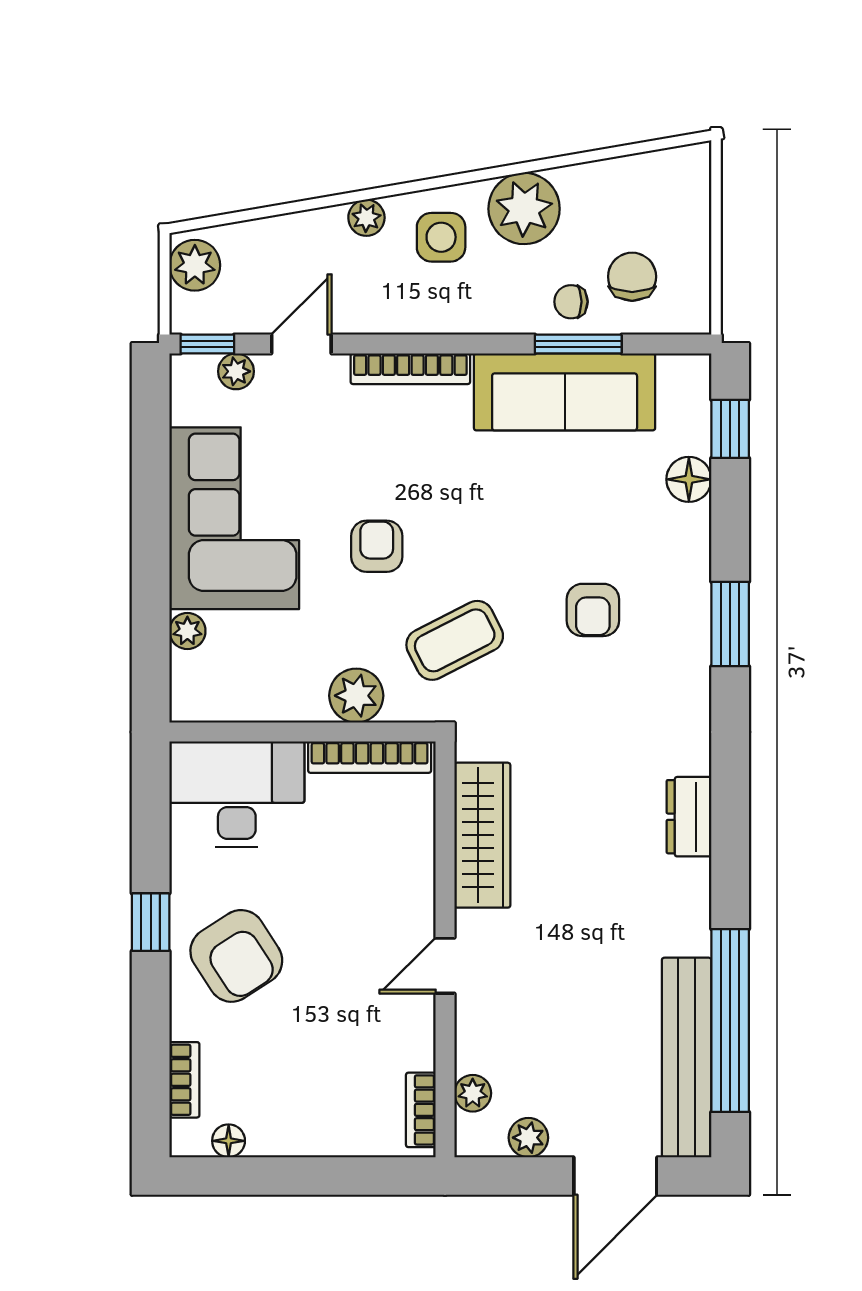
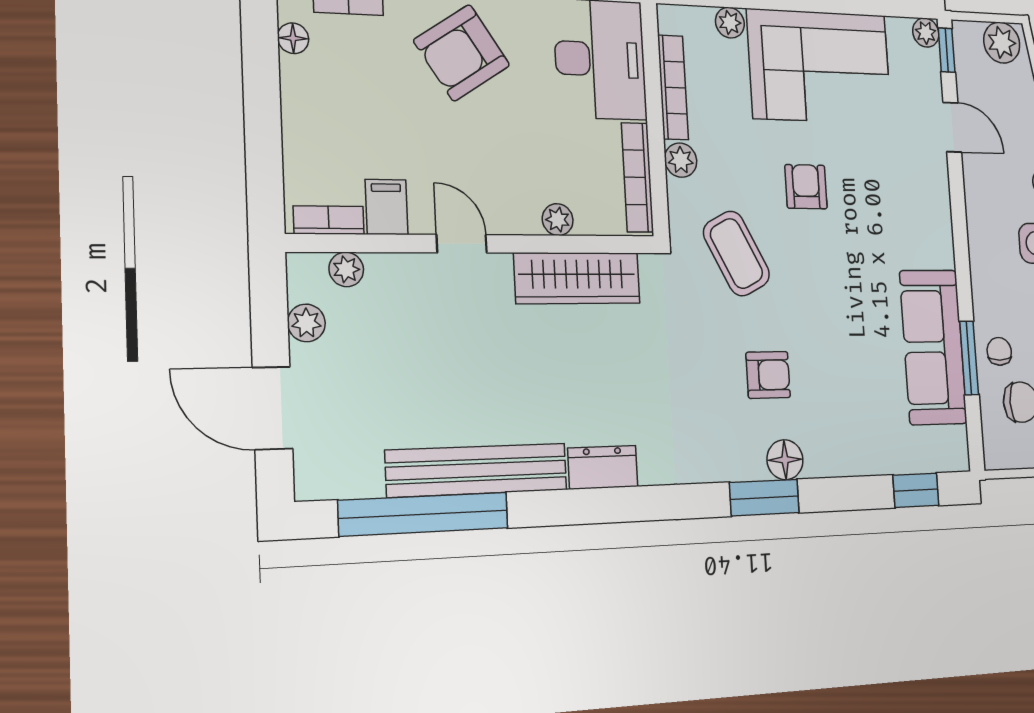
bookcase: (410, 369) -> (673, 87), moved, turned 180
plant: (236, 371) -> (926, 33), moved
floor lamp: (689, 479) -> (785, 460), moved
armchair: (377, 546) -> (806, 187), turned -90
armchair: (593, 610) -> (768, 375), turned 180
plant: (356, 696) -> (681, 160), width x0.73, depth x0.73
plant: (418, 855) -> (558, 220), added
filing cabinet: (406, 1047) -> (387, 207), added
bench: (687, 1057) -> (477, 470), moved

